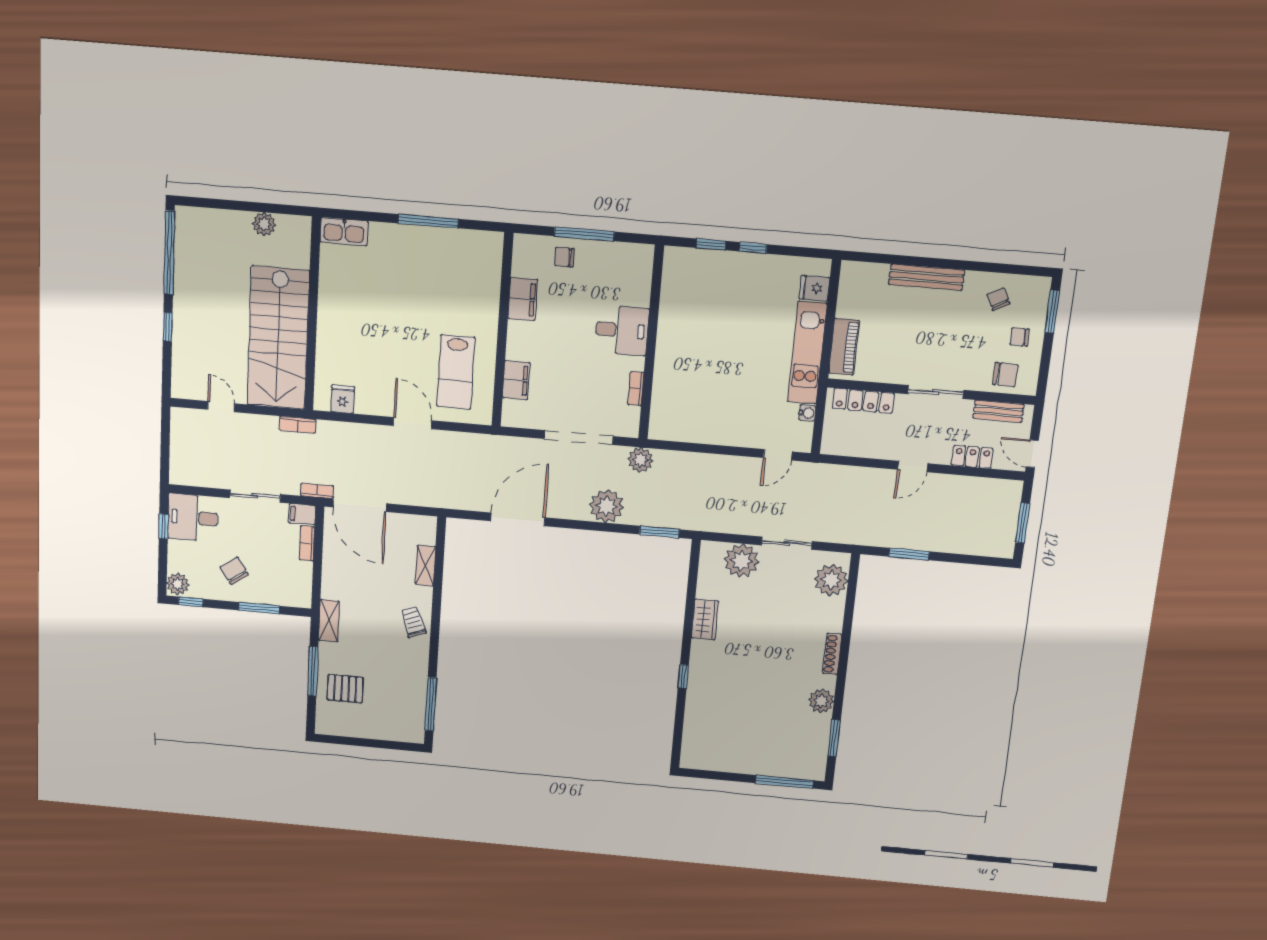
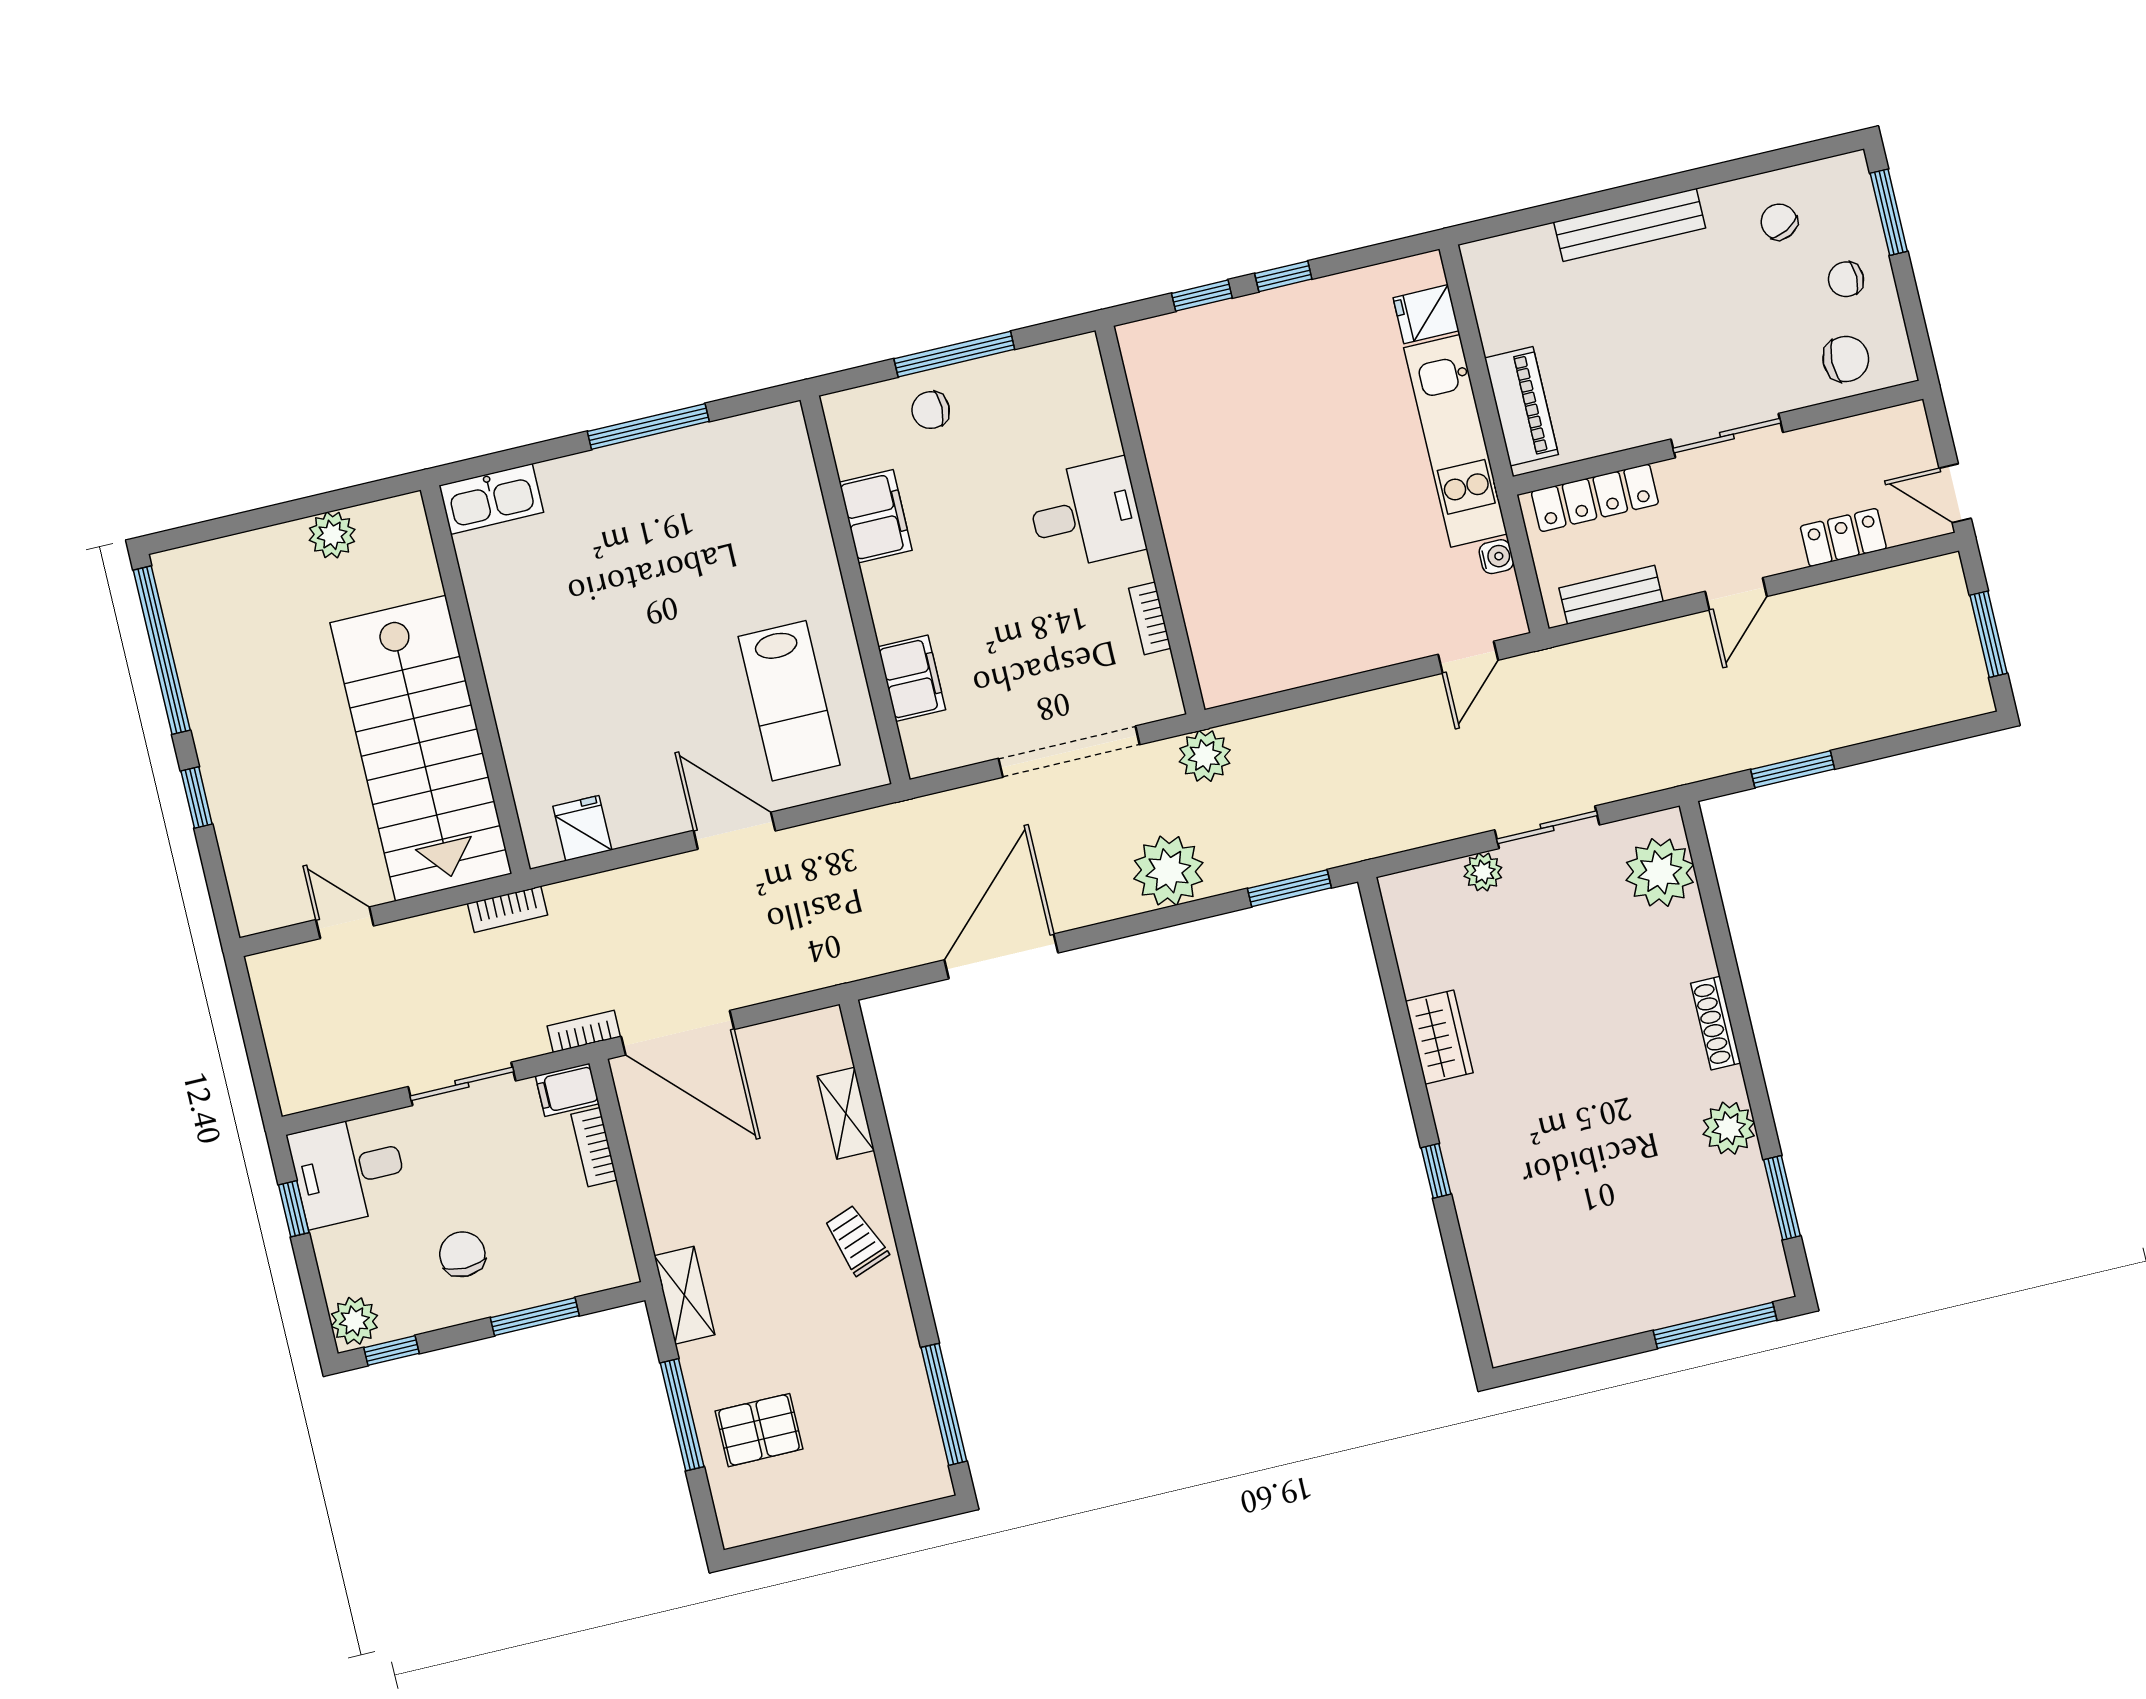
bench: (998, 411) -> (1611, 595), moved
plant: (741, 561) -> (1483, 872), width x0.53, depth x0.53
chair: (234, 571) -> (462, 1254), turned 34

